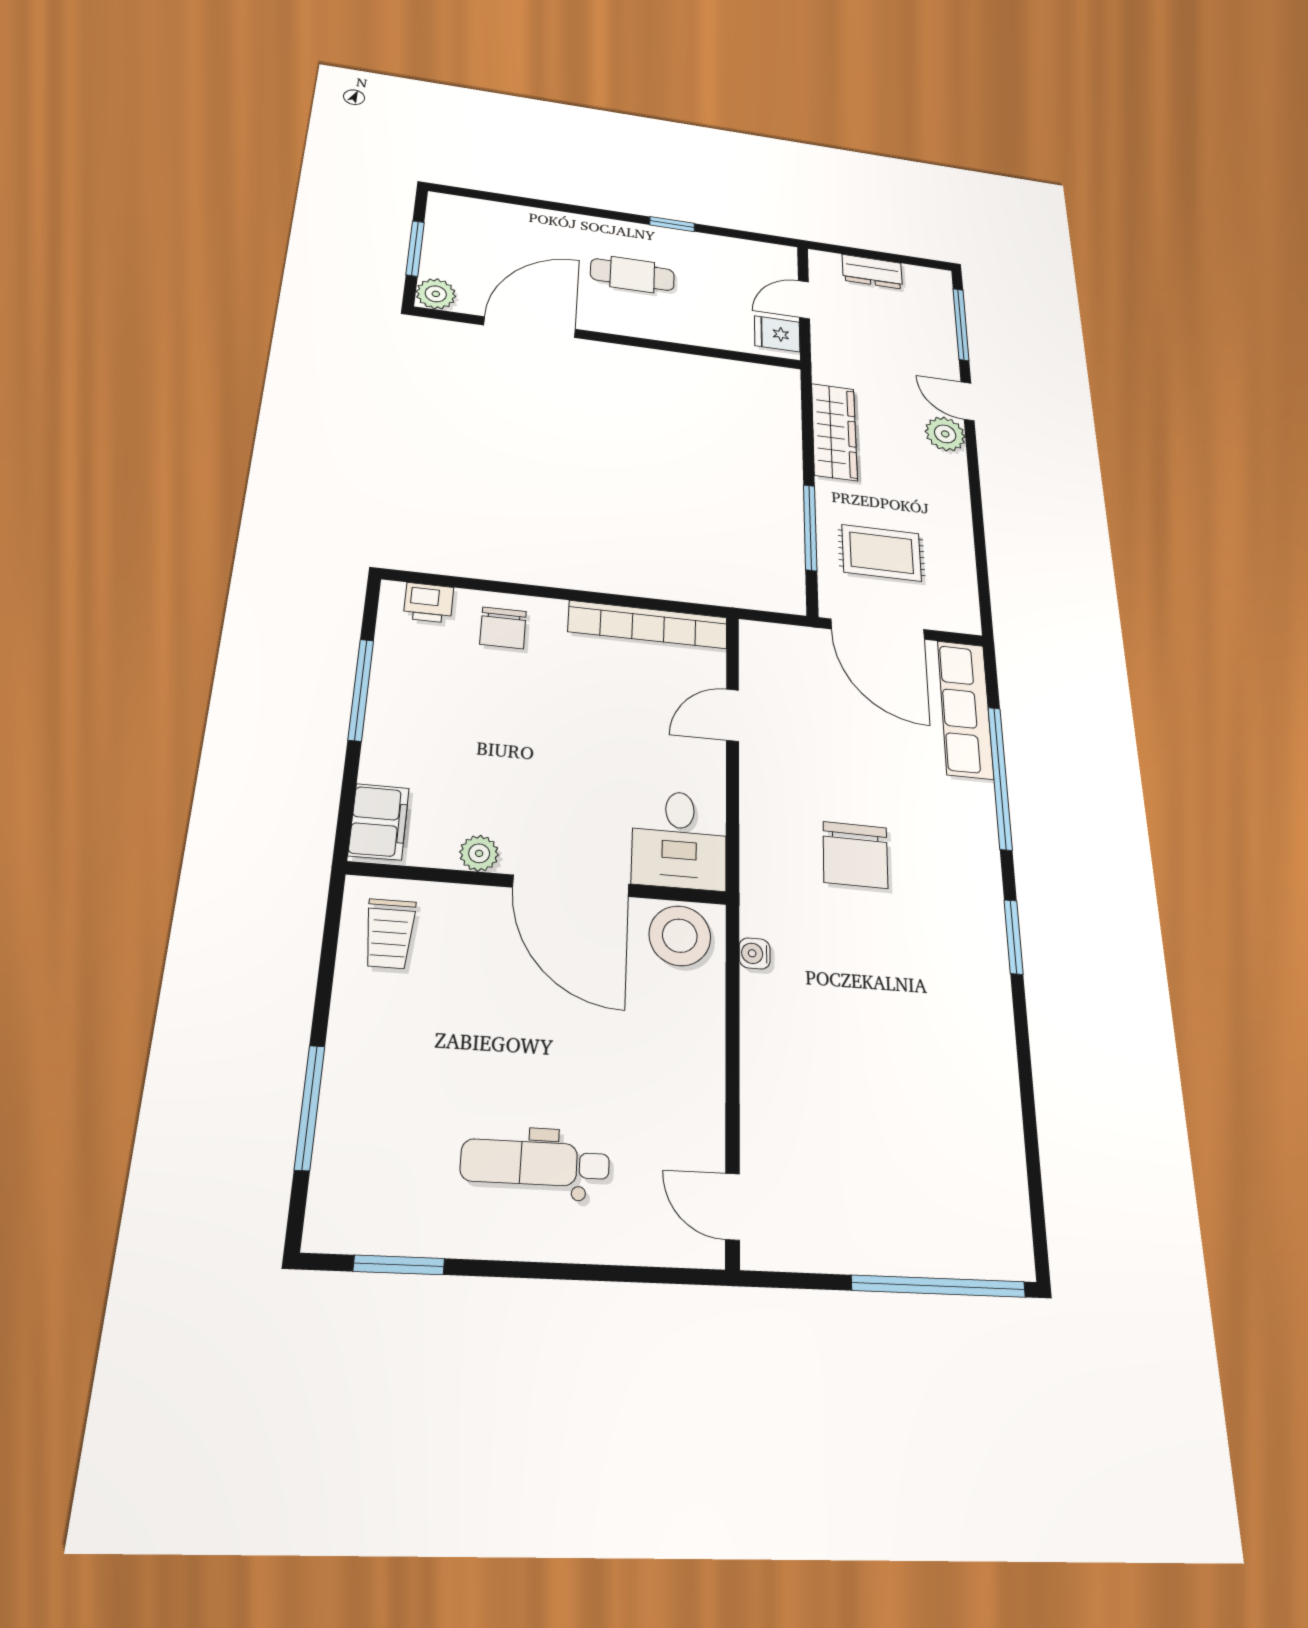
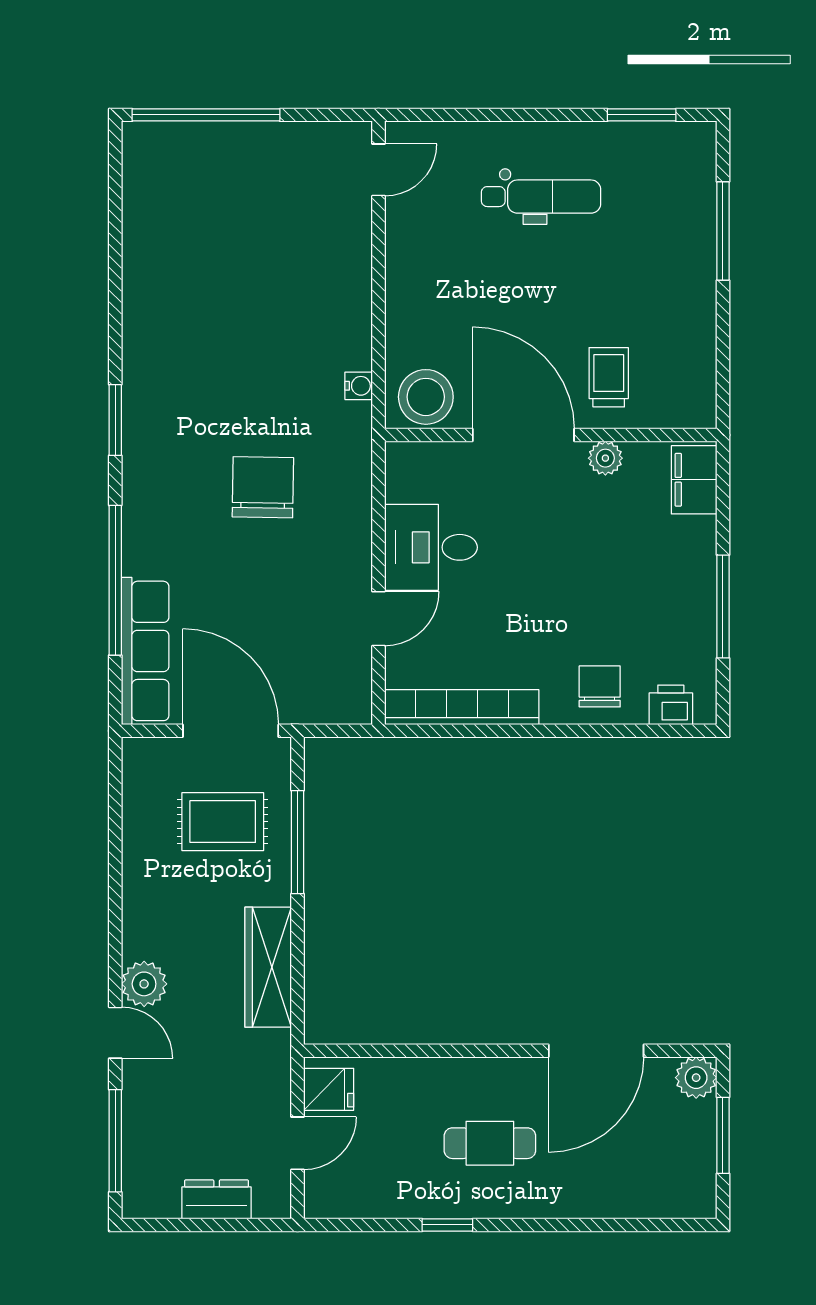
desk: (679, 840) -> (431, 547), moved, turned -90
trolley: (389, 934) -> (609, 377), moved
door: (733, 1207) -> (379, 170), hinge flipped

